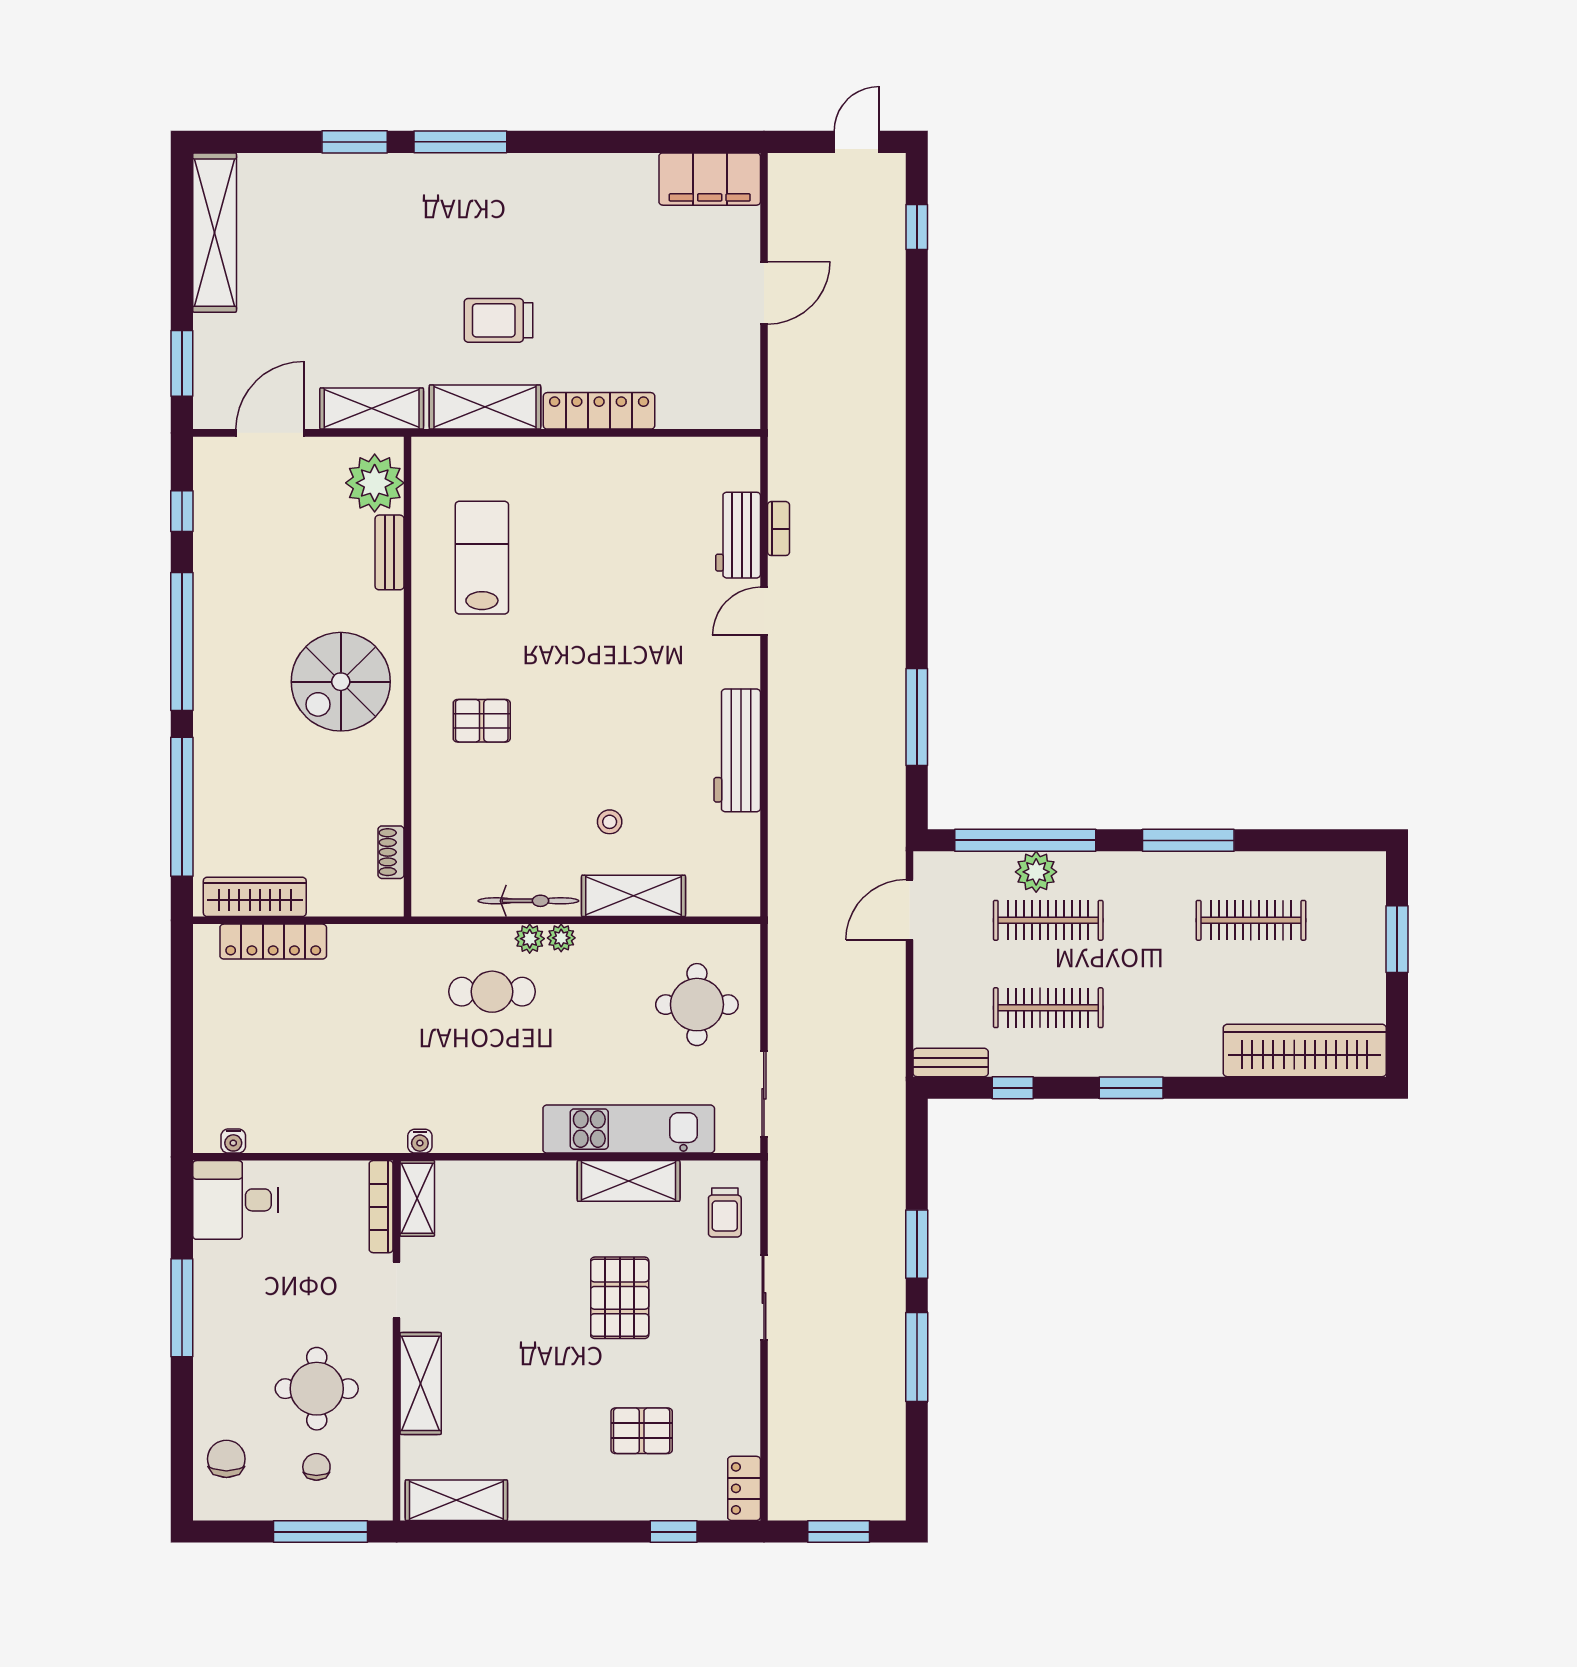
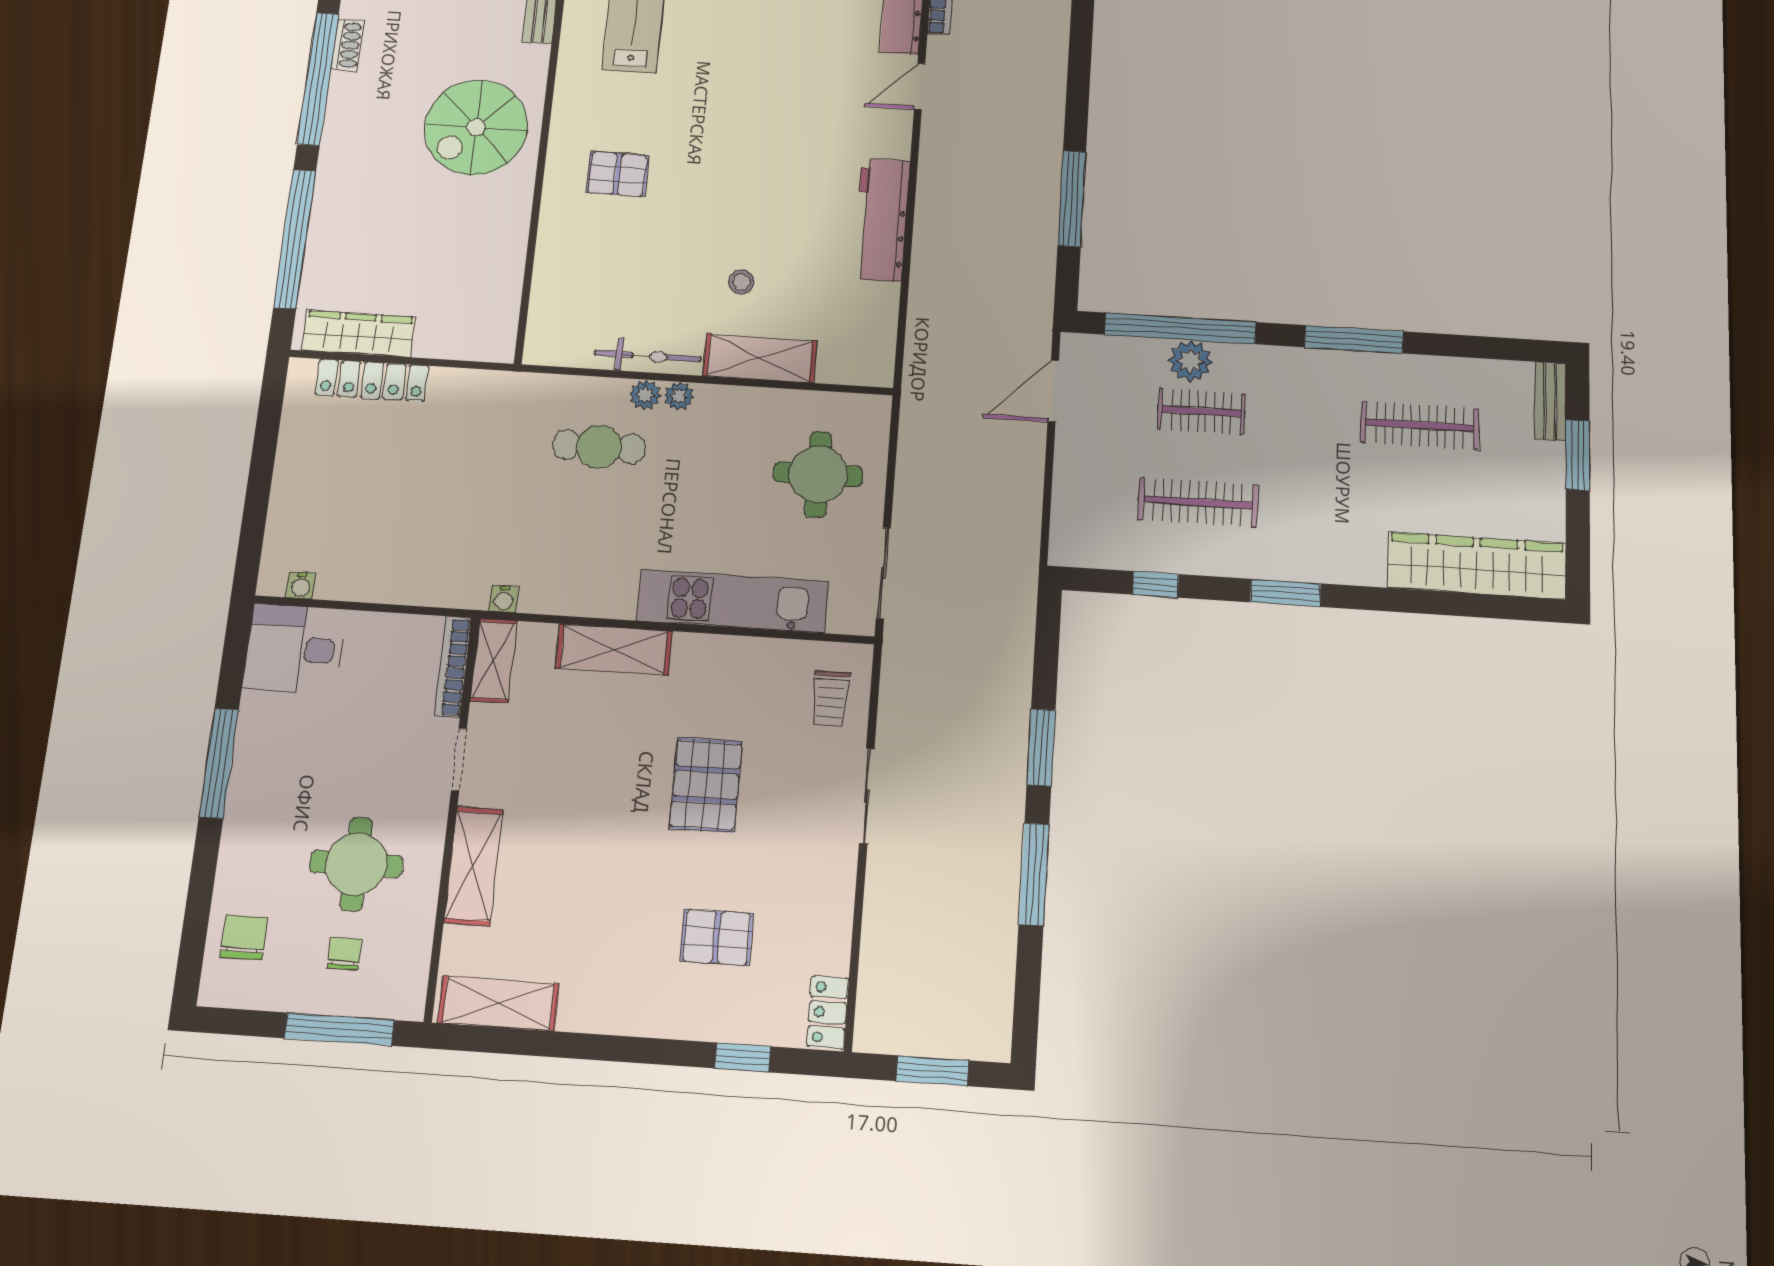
shoe rack: (391, 852) -> (347, 45), moved, turned 180
clothes rail: (1048, 920) -> (1201, 411), width x0.73
bench: (951, 1062) -> (1550, 401), moved, turned 90
shelving: (629, 1181) -> (614, 649), moved

